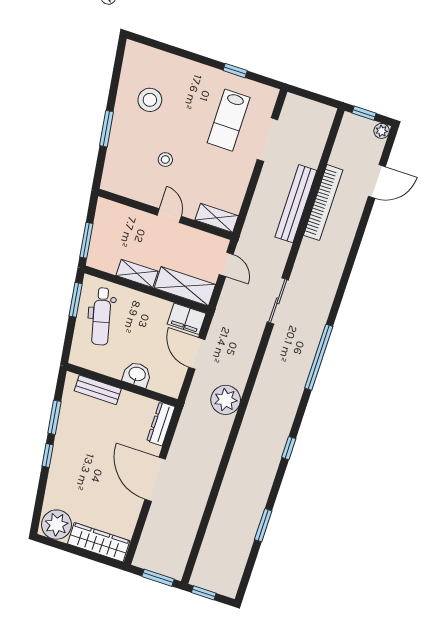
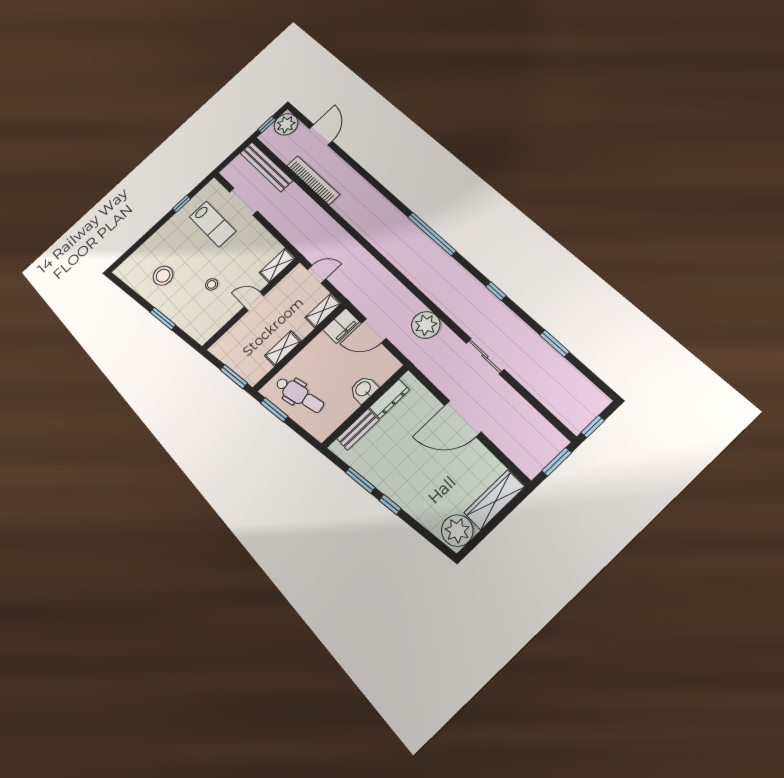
plant: (382, 131) -> (286, 124), width x1.87, depth x1.87
bench: (296, 204) -> (266, 167), moved
shelving: (185, 286) -> (323, 310), width x0.67, depth x0.75
sliding door: (278, 301) -> (485, 356), moved
dresser: (161, 424) -> (389, 399), moved, turned -90

